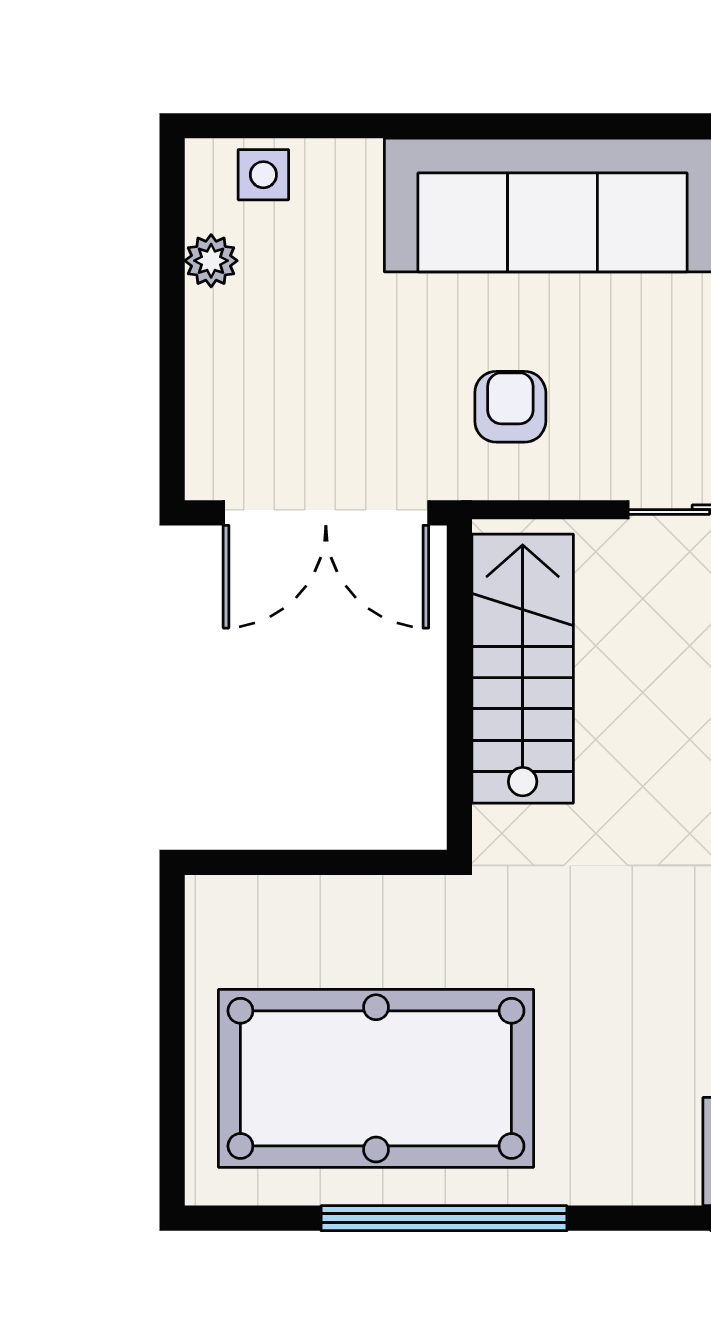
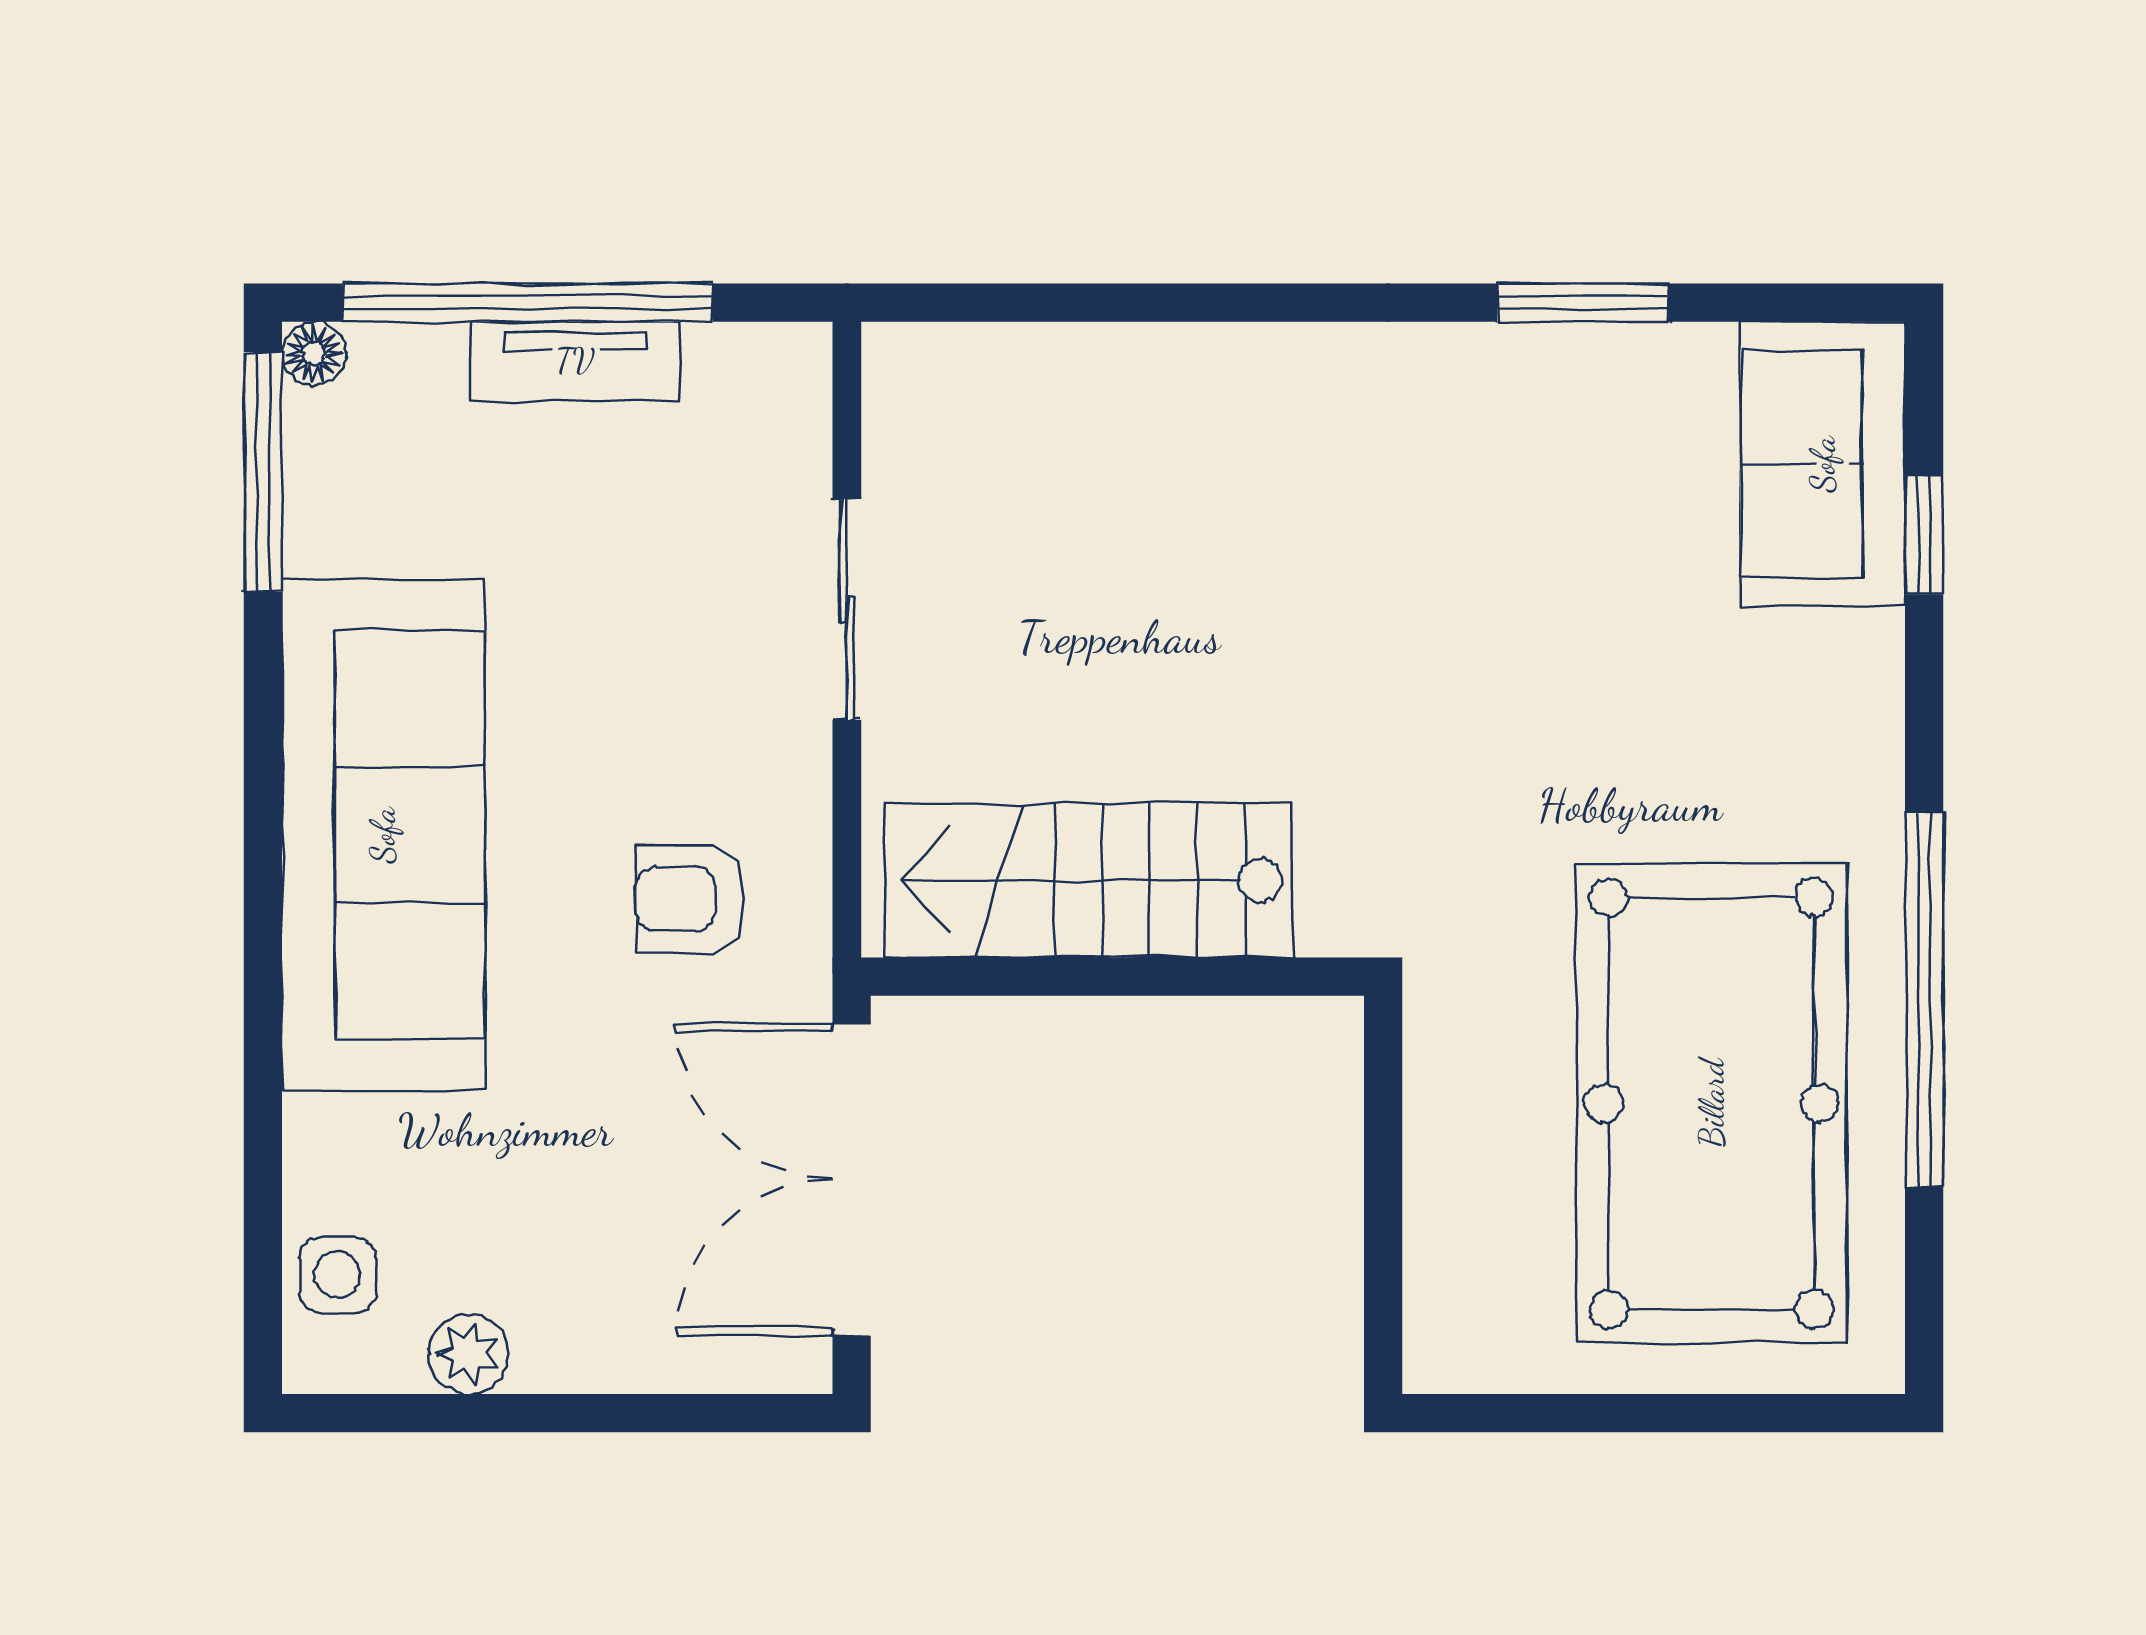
double door: (326, 513) -> (852, 1180), swing flipped

